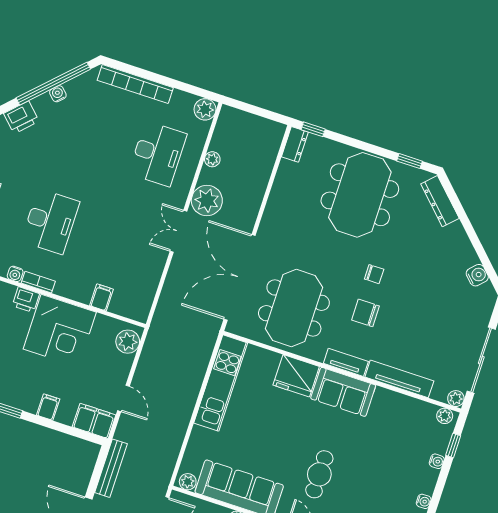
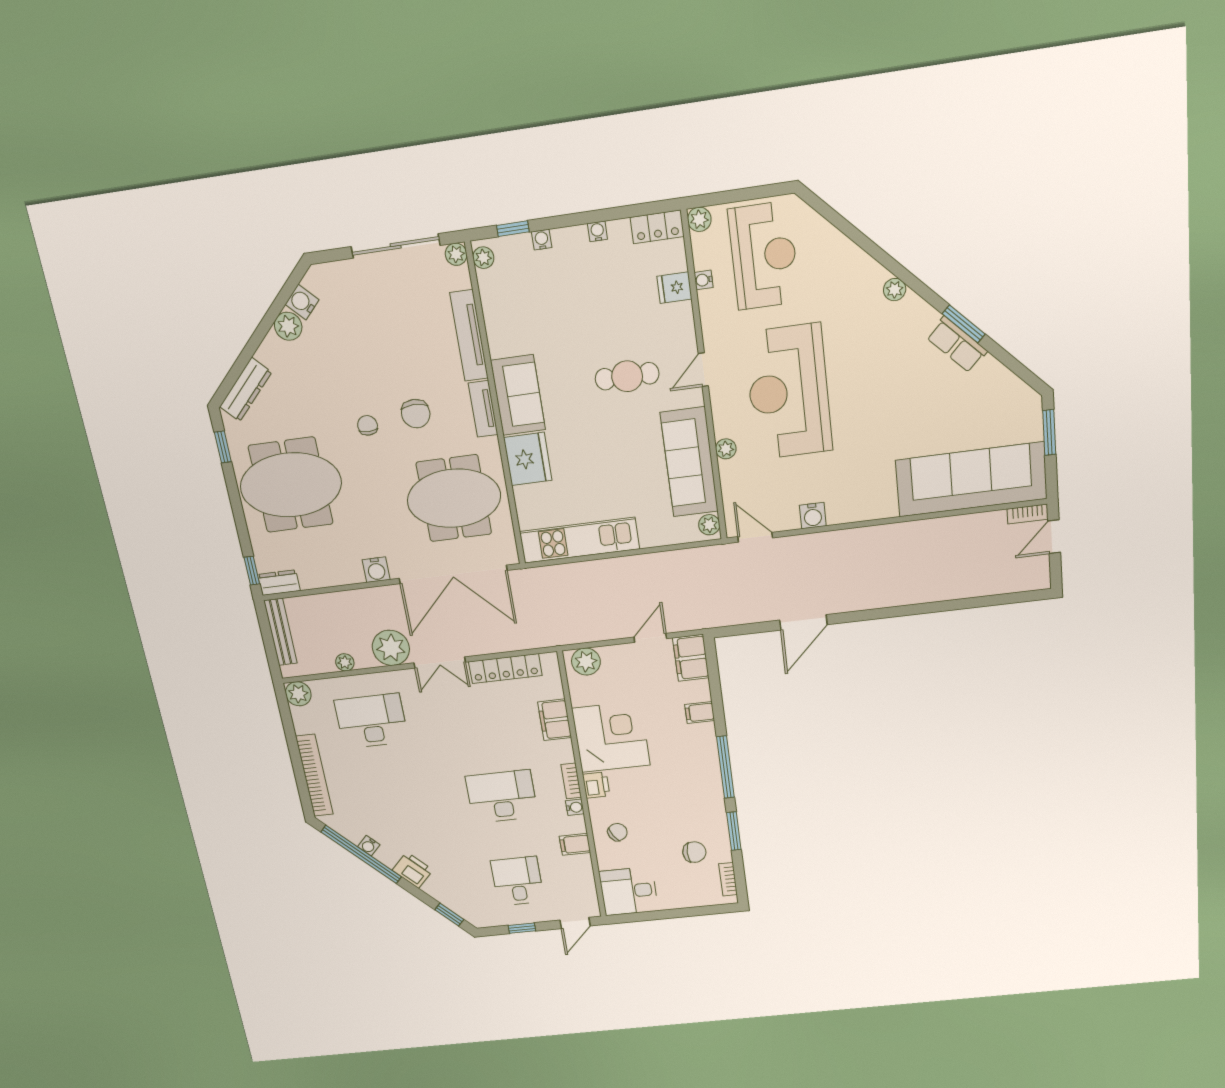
water cooler: (270, 223) -> (376, 570), added
plant: (467, 256) -> (288, 326), added
locker: (151, 278) -> (505, 669), added
filing cabinet: (102, 297) -> (555, 720), width x2.00
bench: (111, 468) -> (281, 632), moved, turned 90

